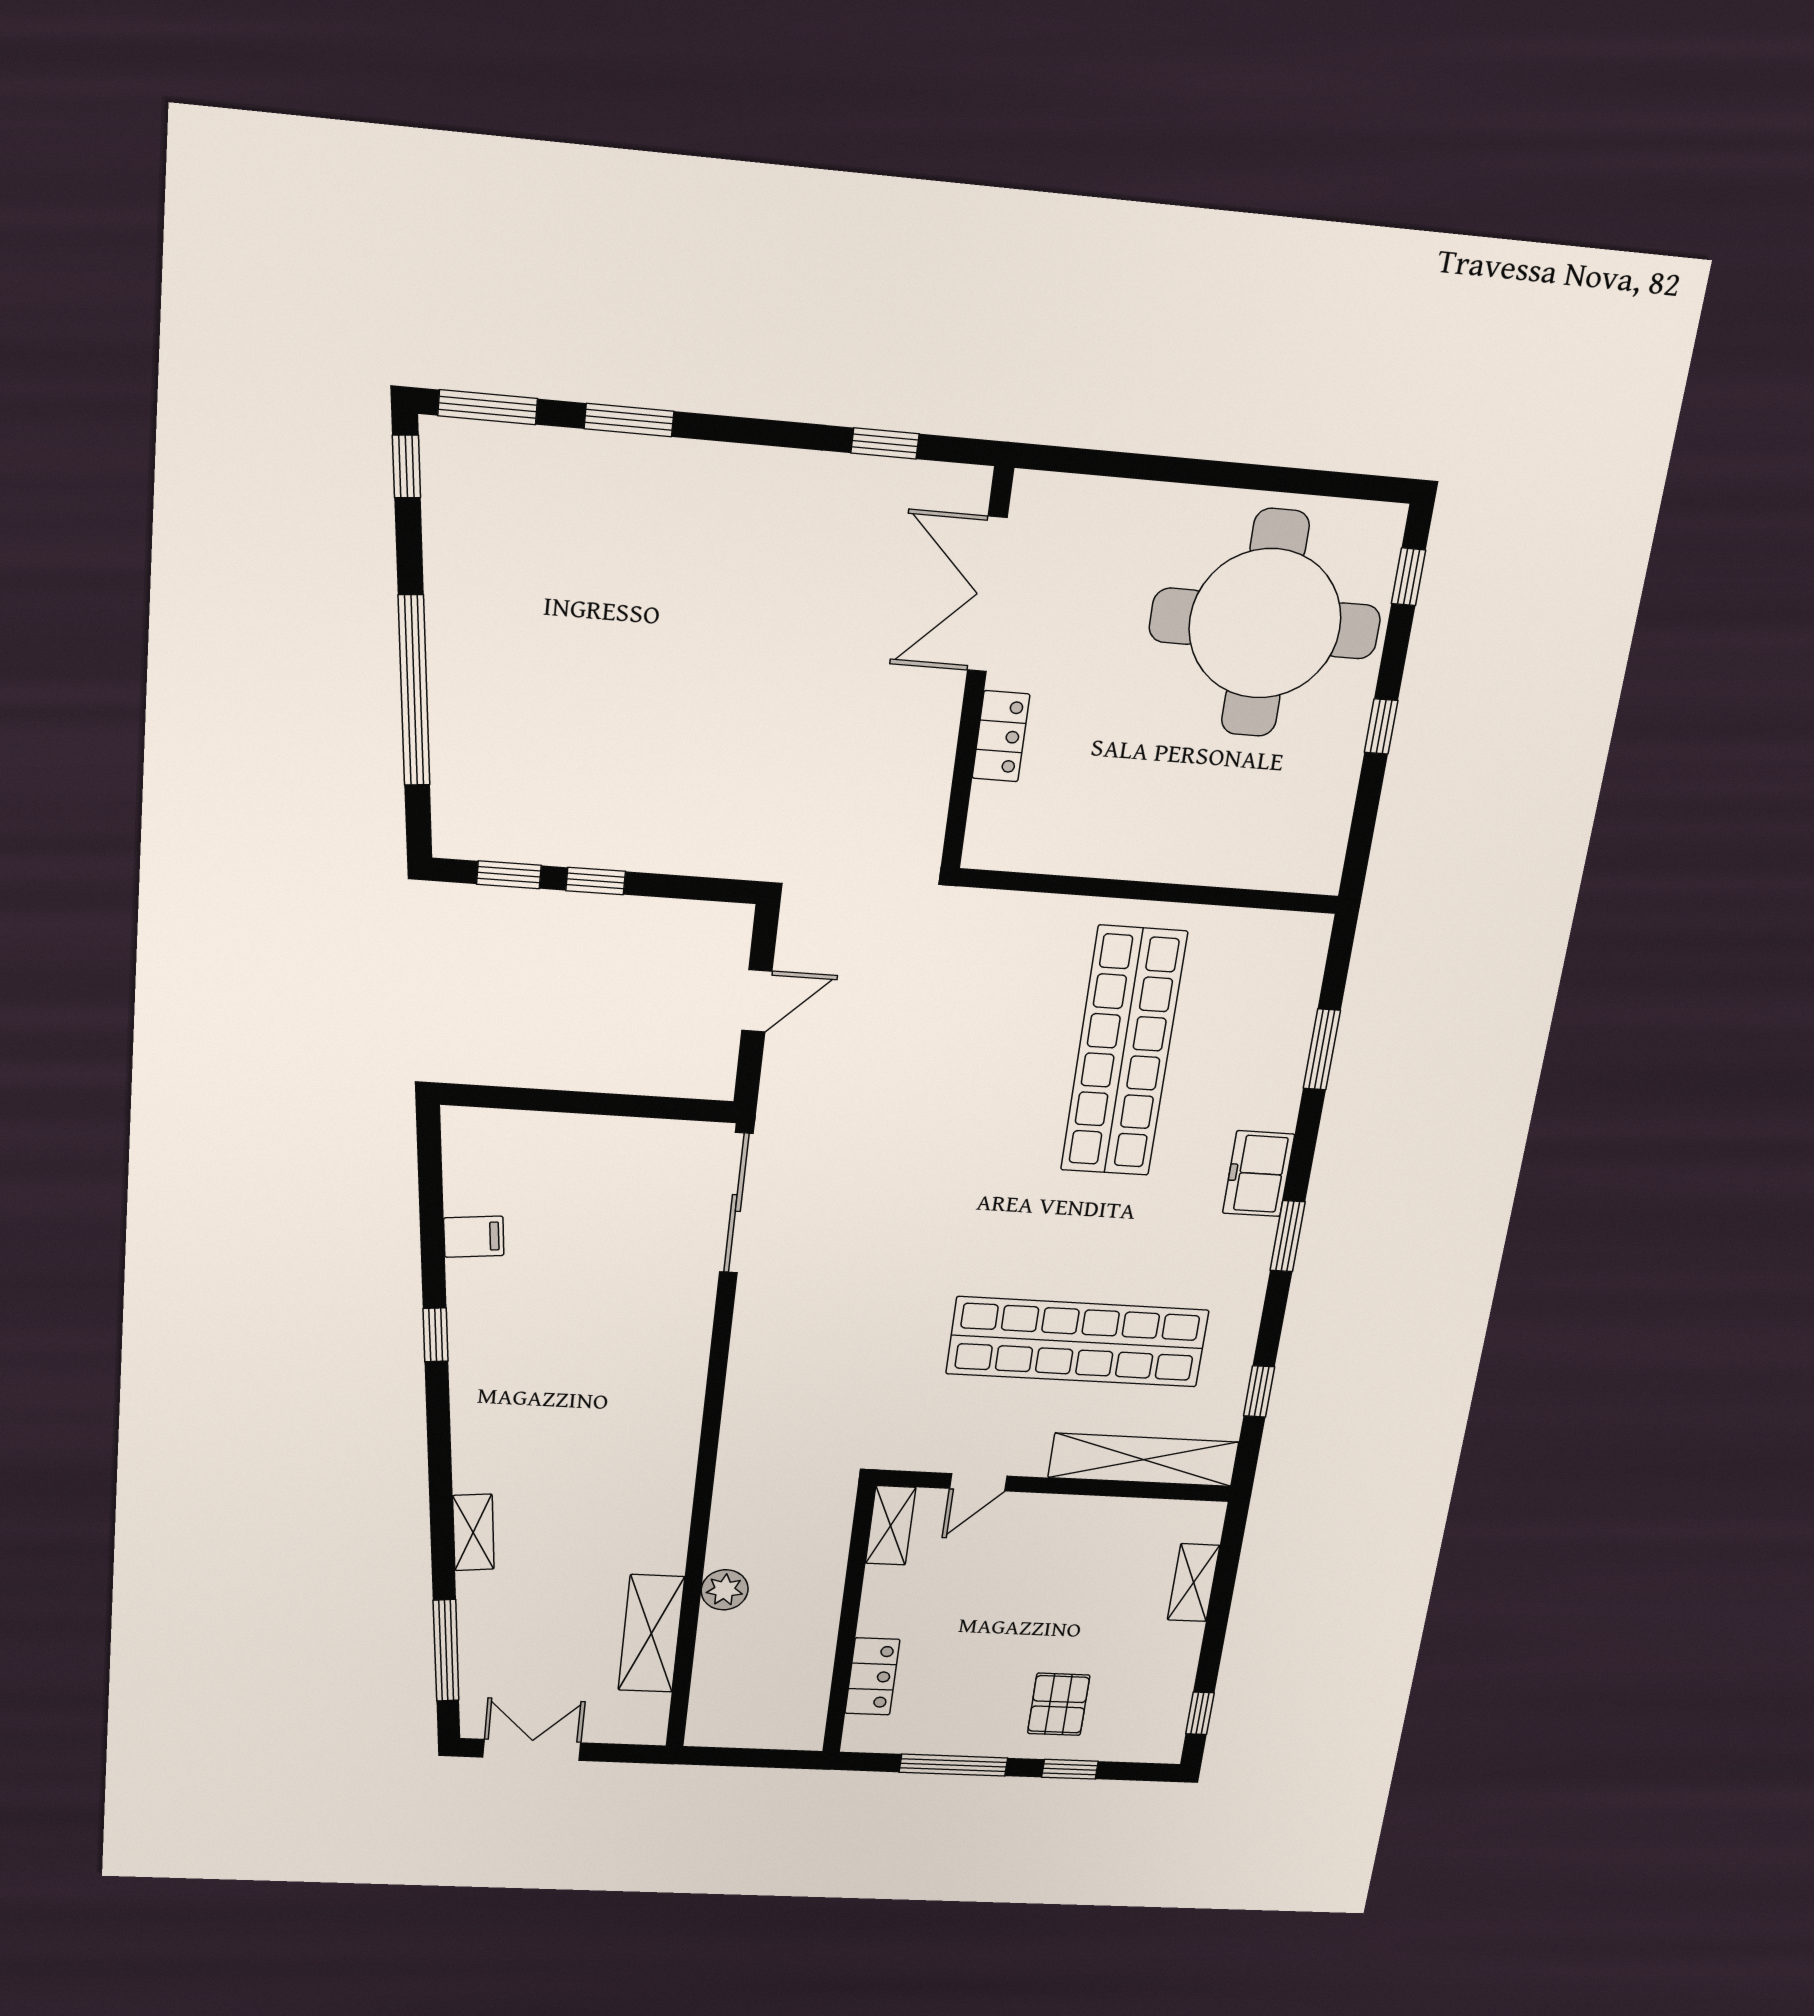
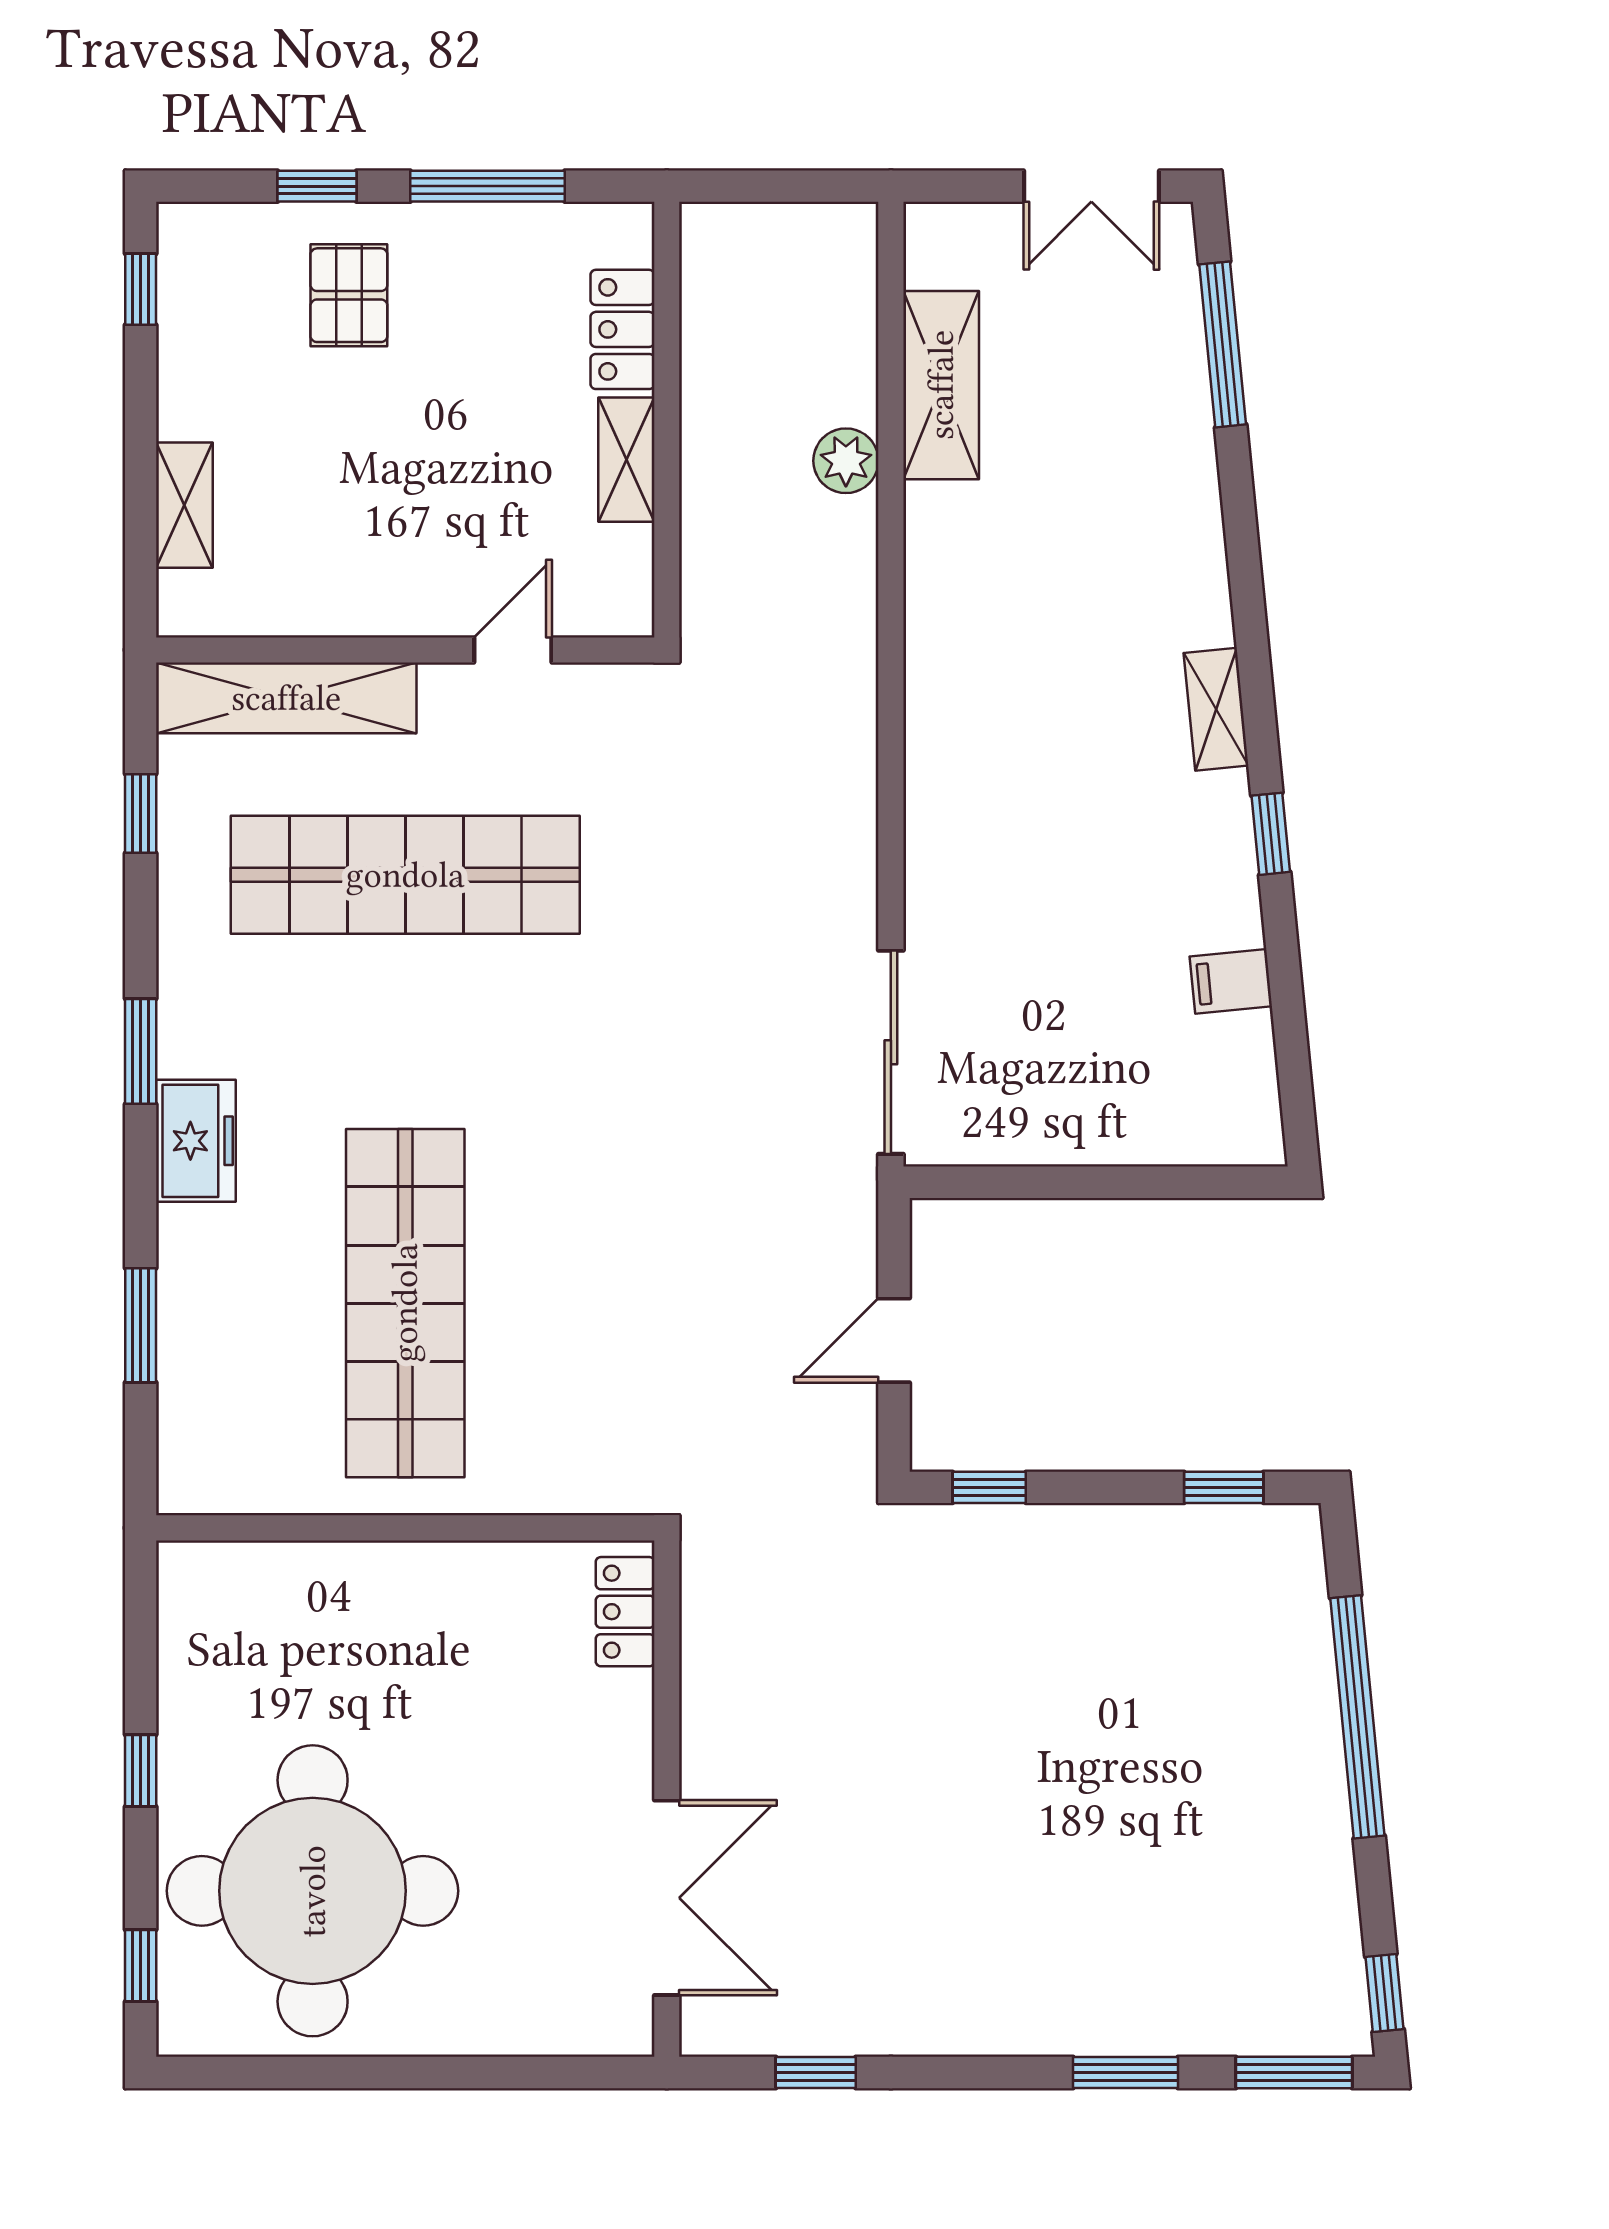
locker: (1001, 736) -> (625, 1612), moved
window: (596, 881) -> (989, 1487), moved
shelving: (891, 1525) -> (626, 460), moved
shelving: (473, 1532) -> (1216, 709), moved

